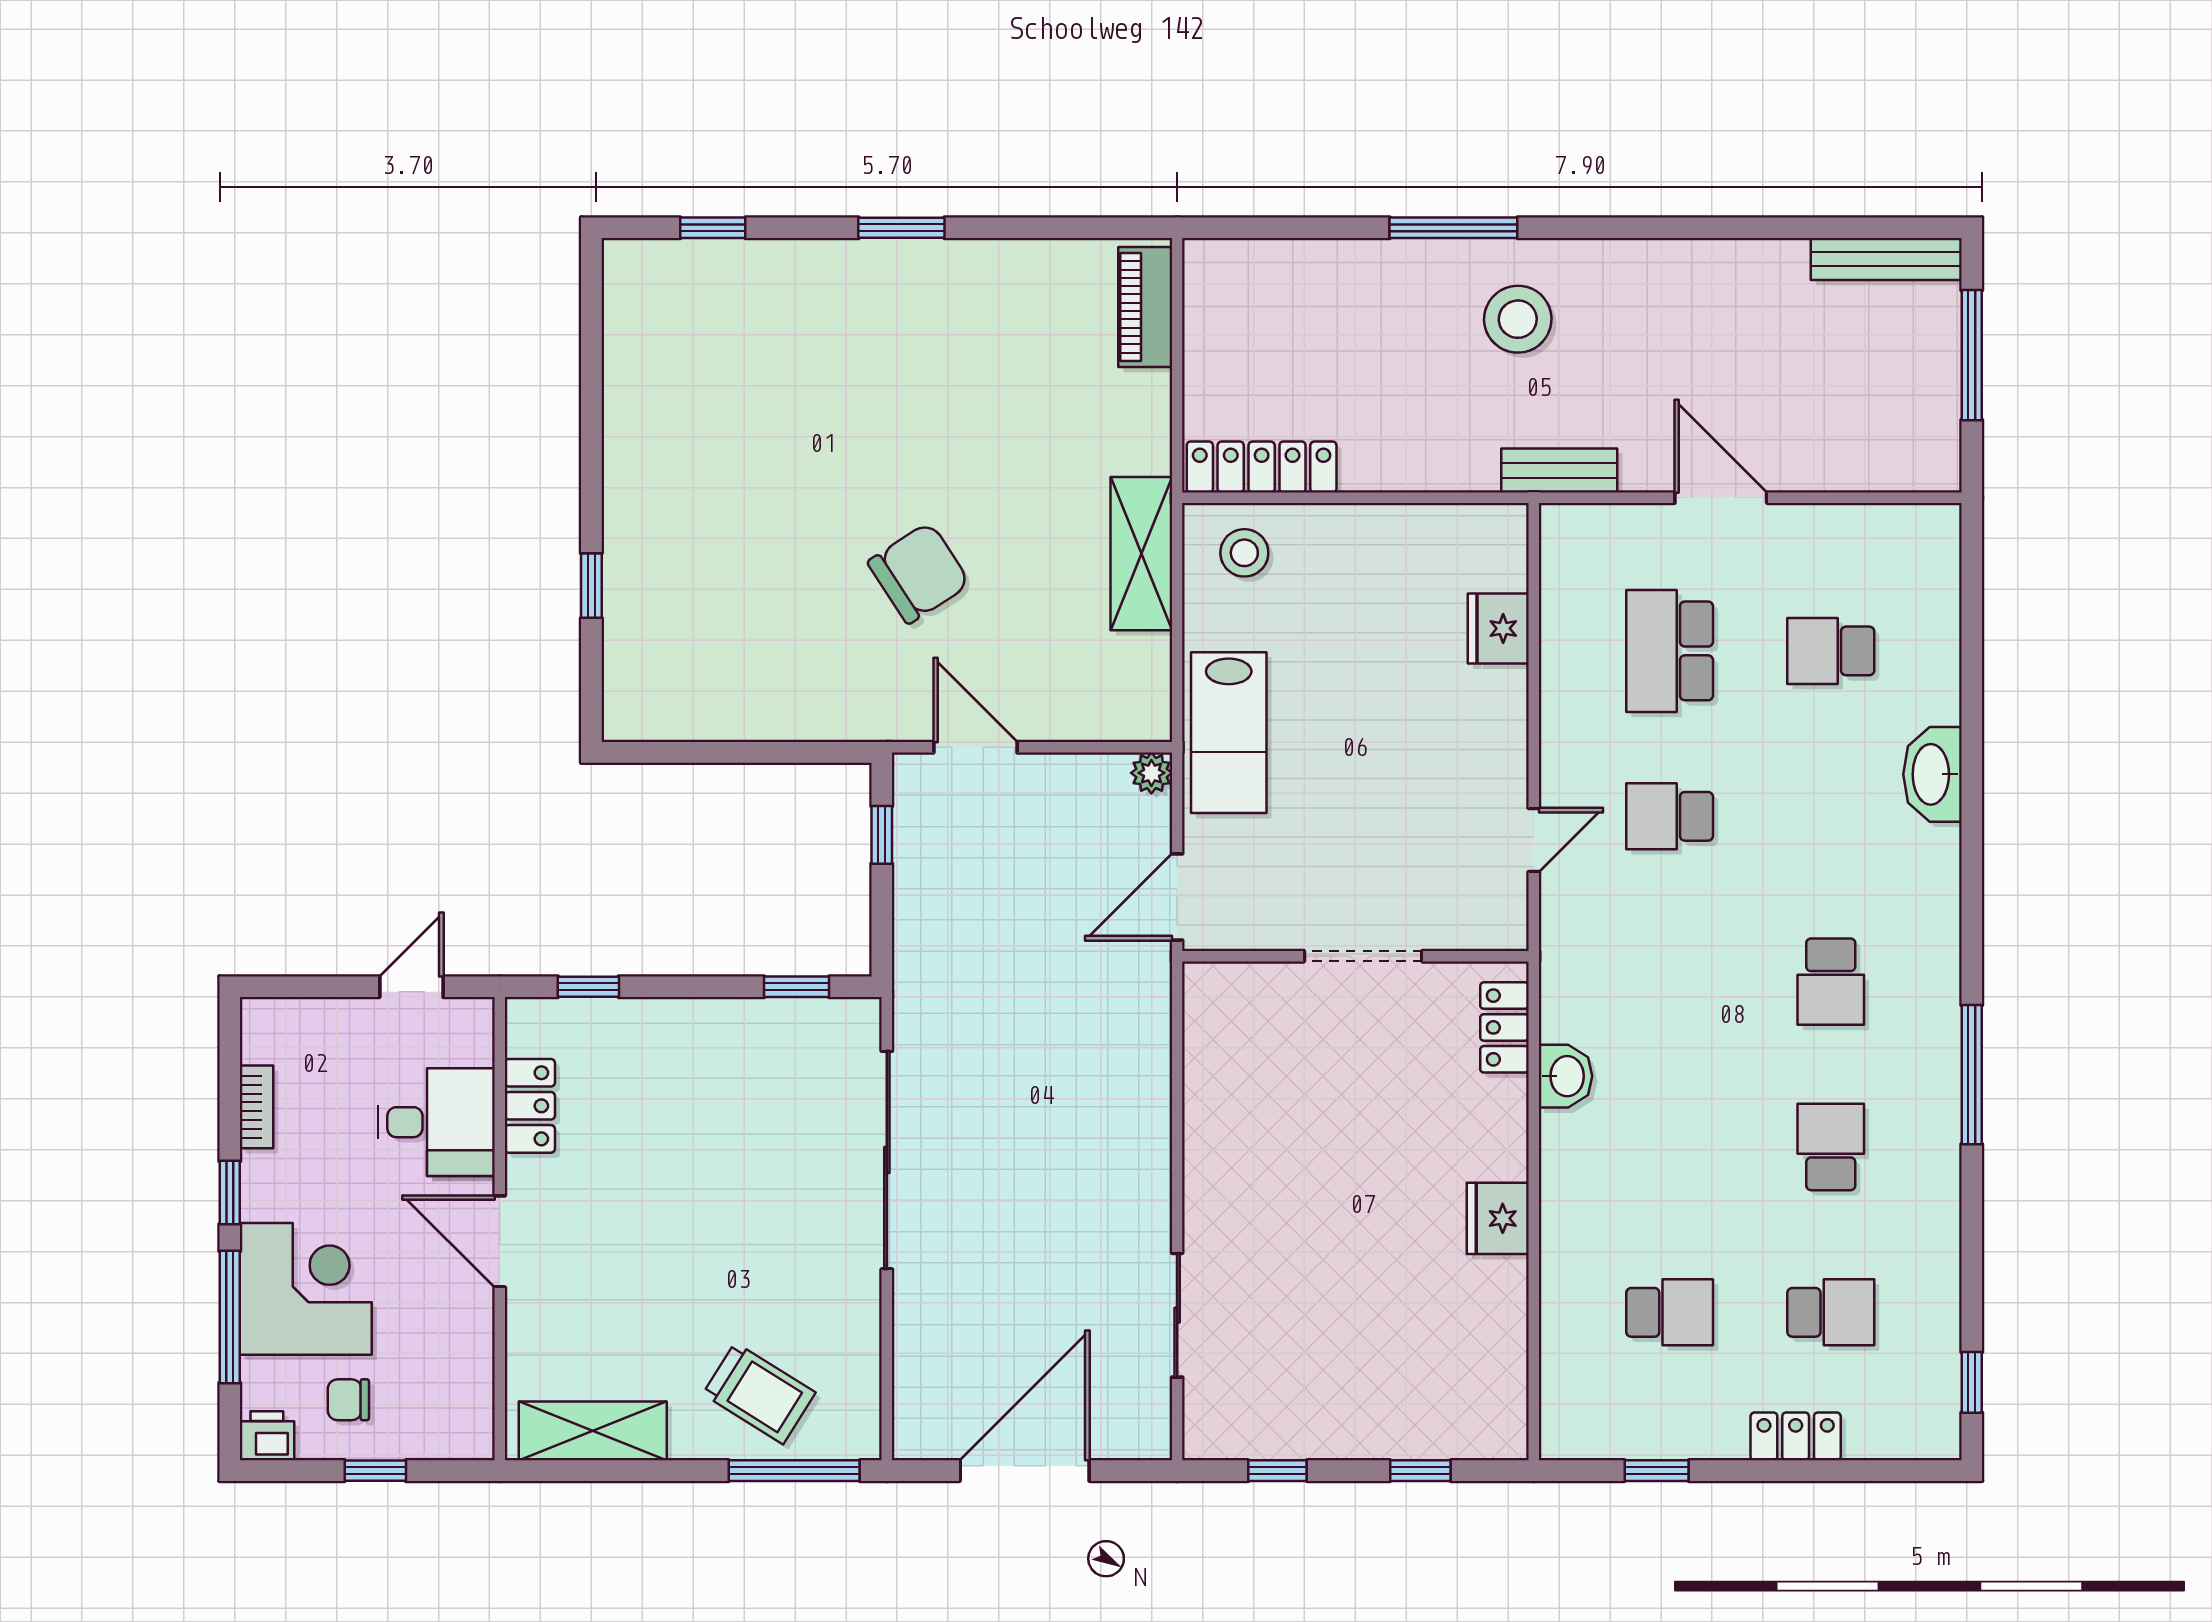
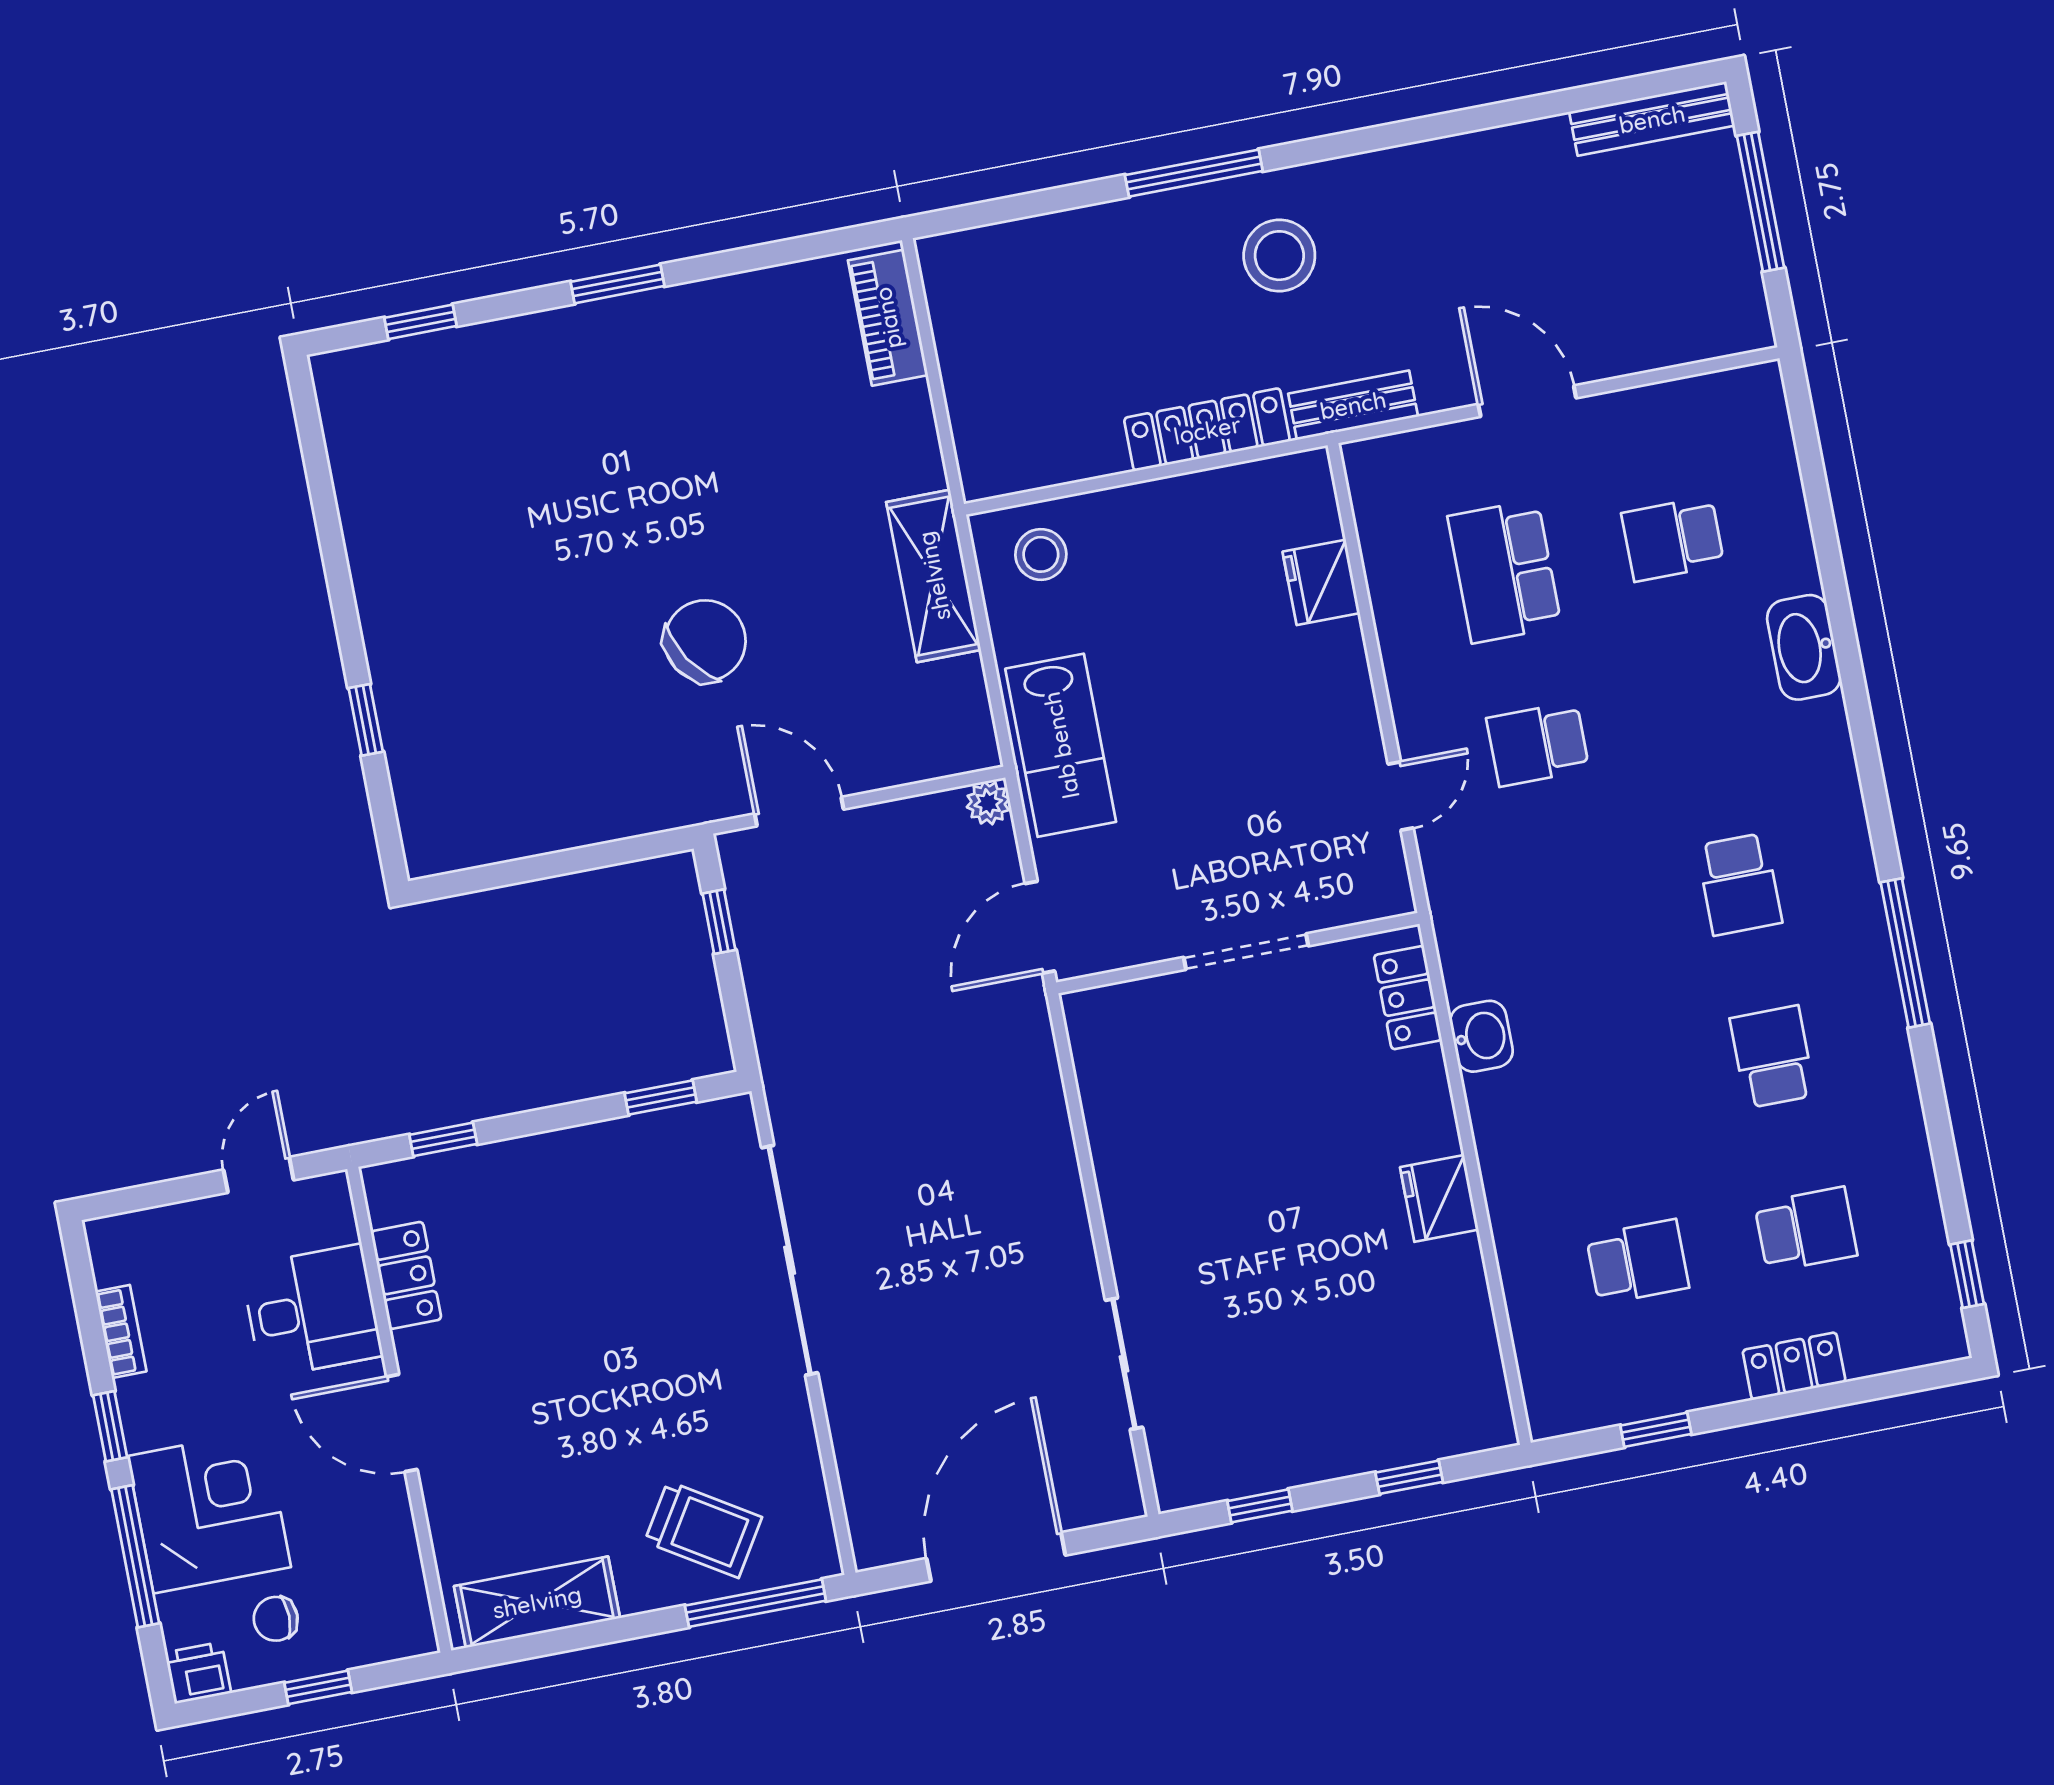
locker: (1262, 467) -> (1207, 430), moved

